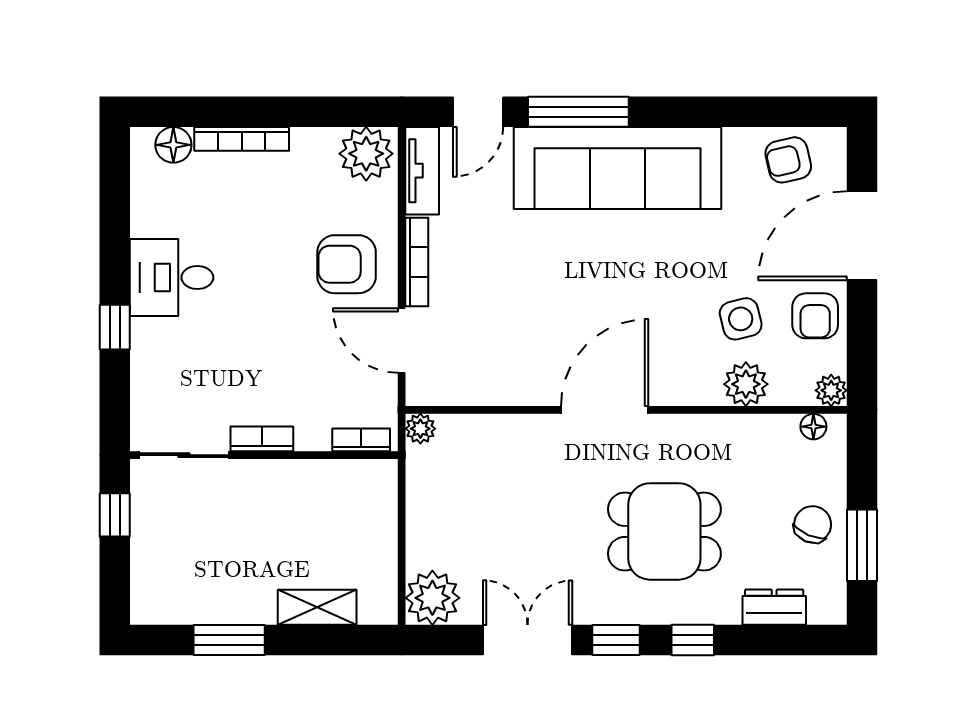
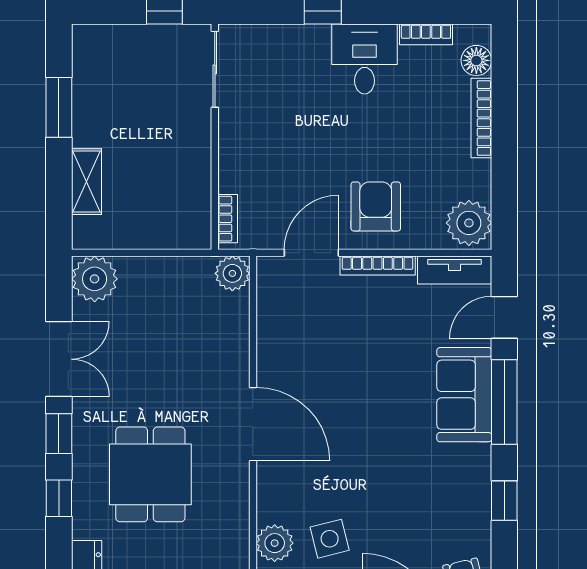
door: (478, 112) -> (504, 317), hinge flipped
window: (695, 112) -> (504, 501), added
sofa: (617, 168) -> (464, 395), width x0.54, depth x0.79
plant: (420, 429) -> (232, 273), width x1.38, depth x1.38
bookcase: (262, 439) -> (426, 34), moved, turned 90

